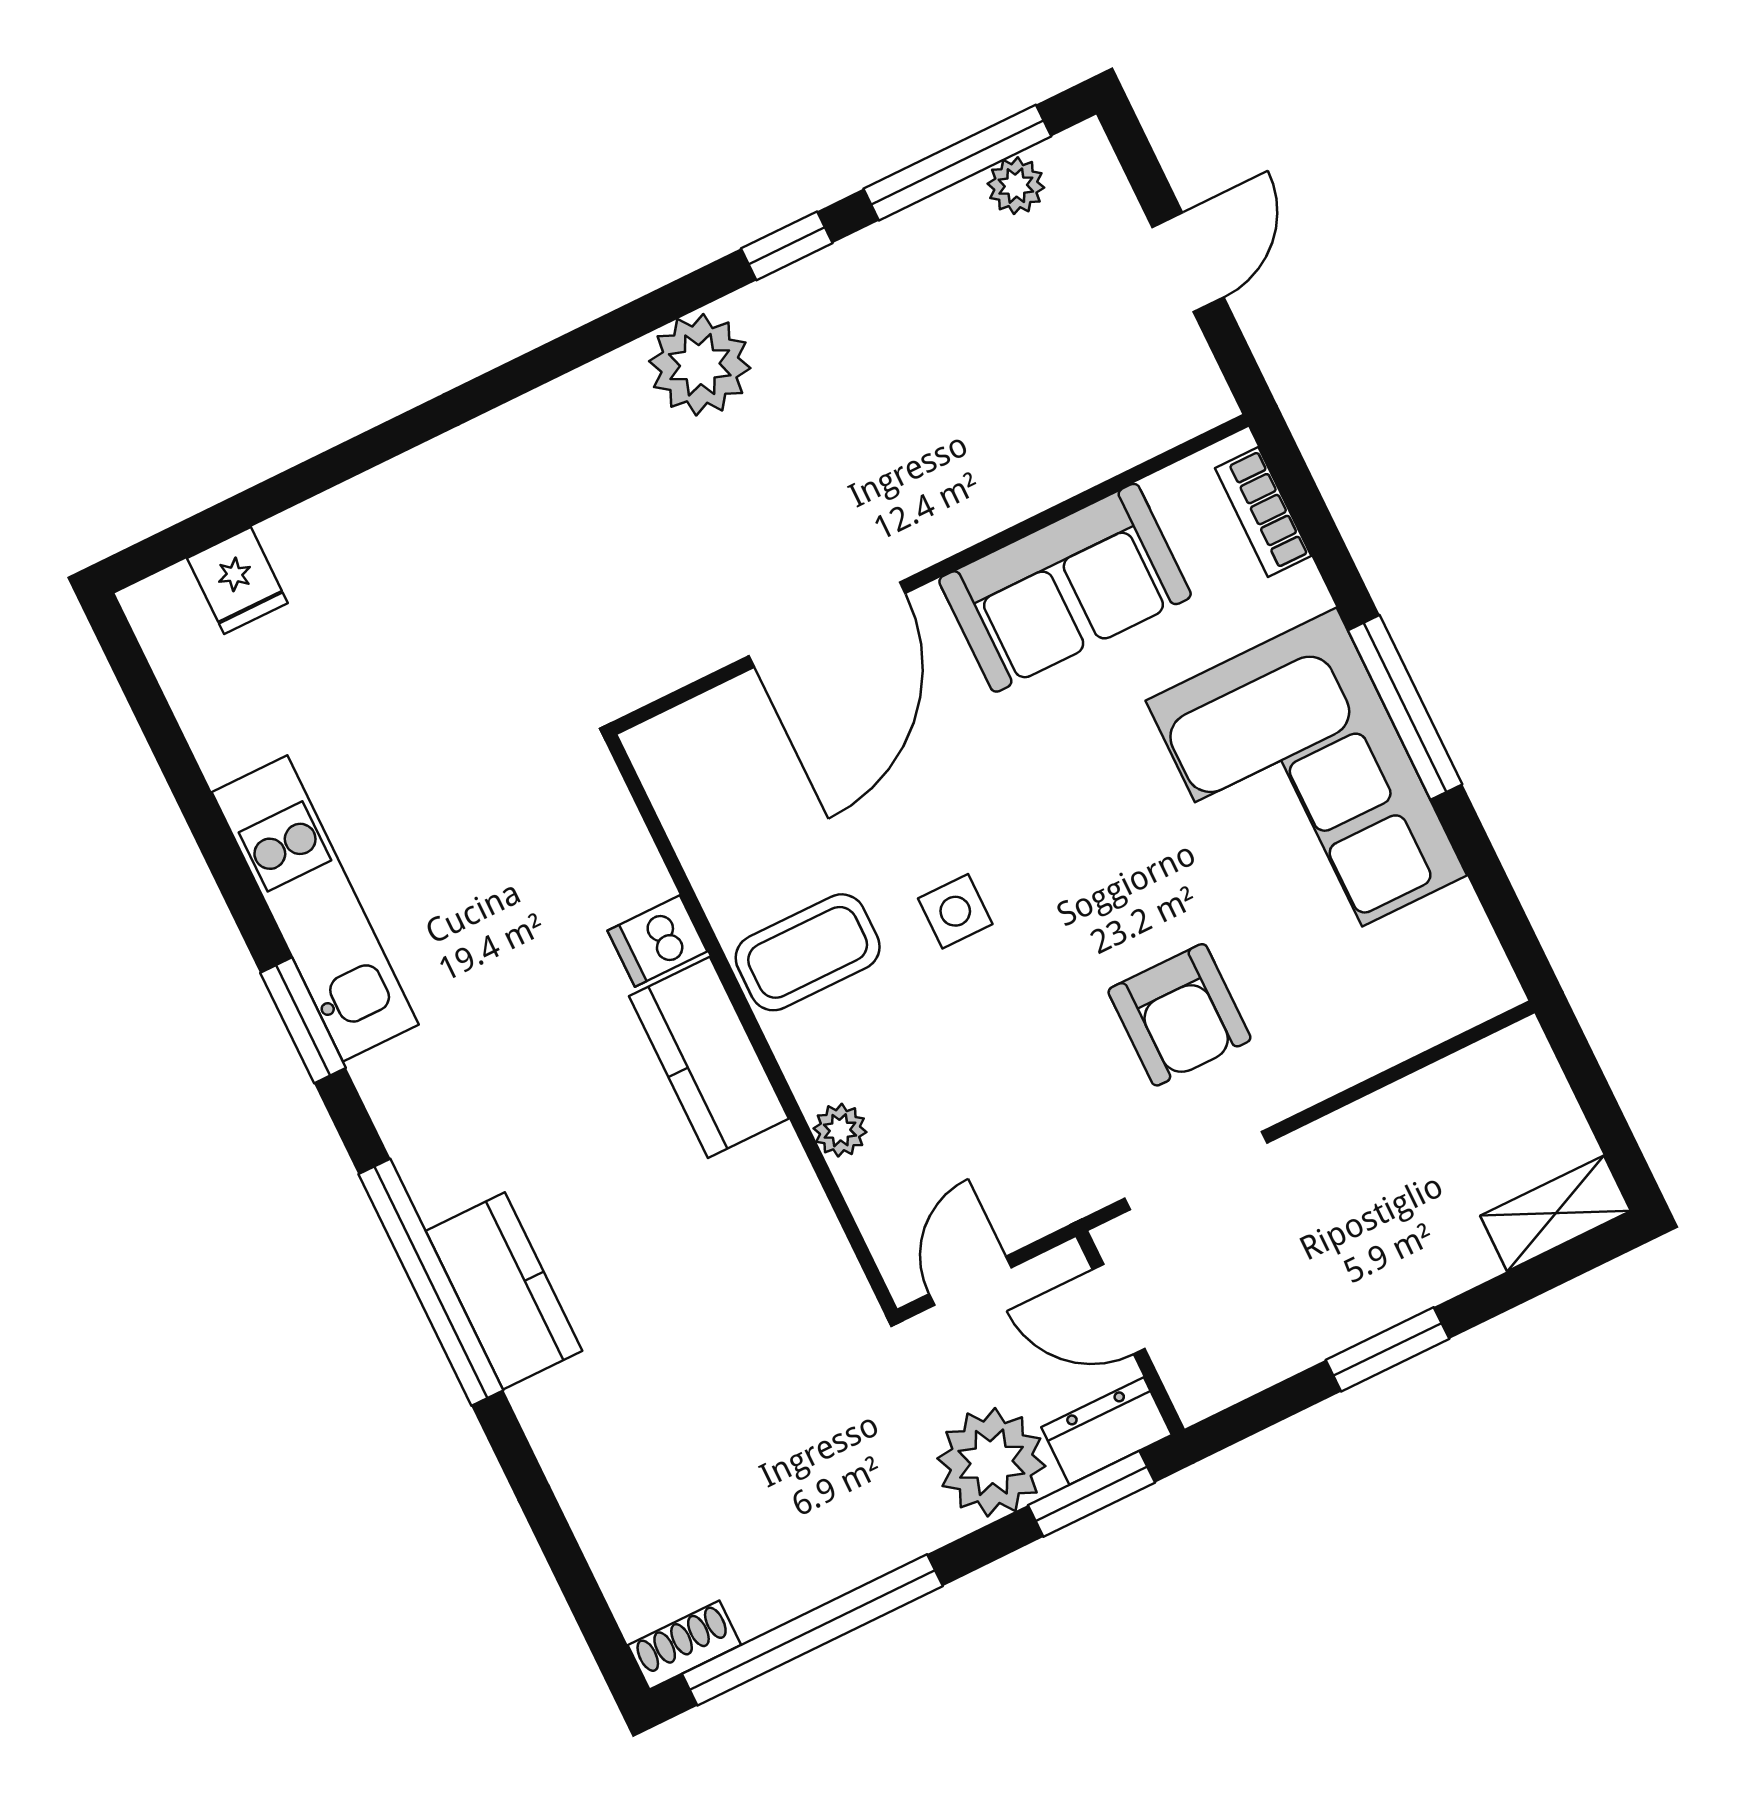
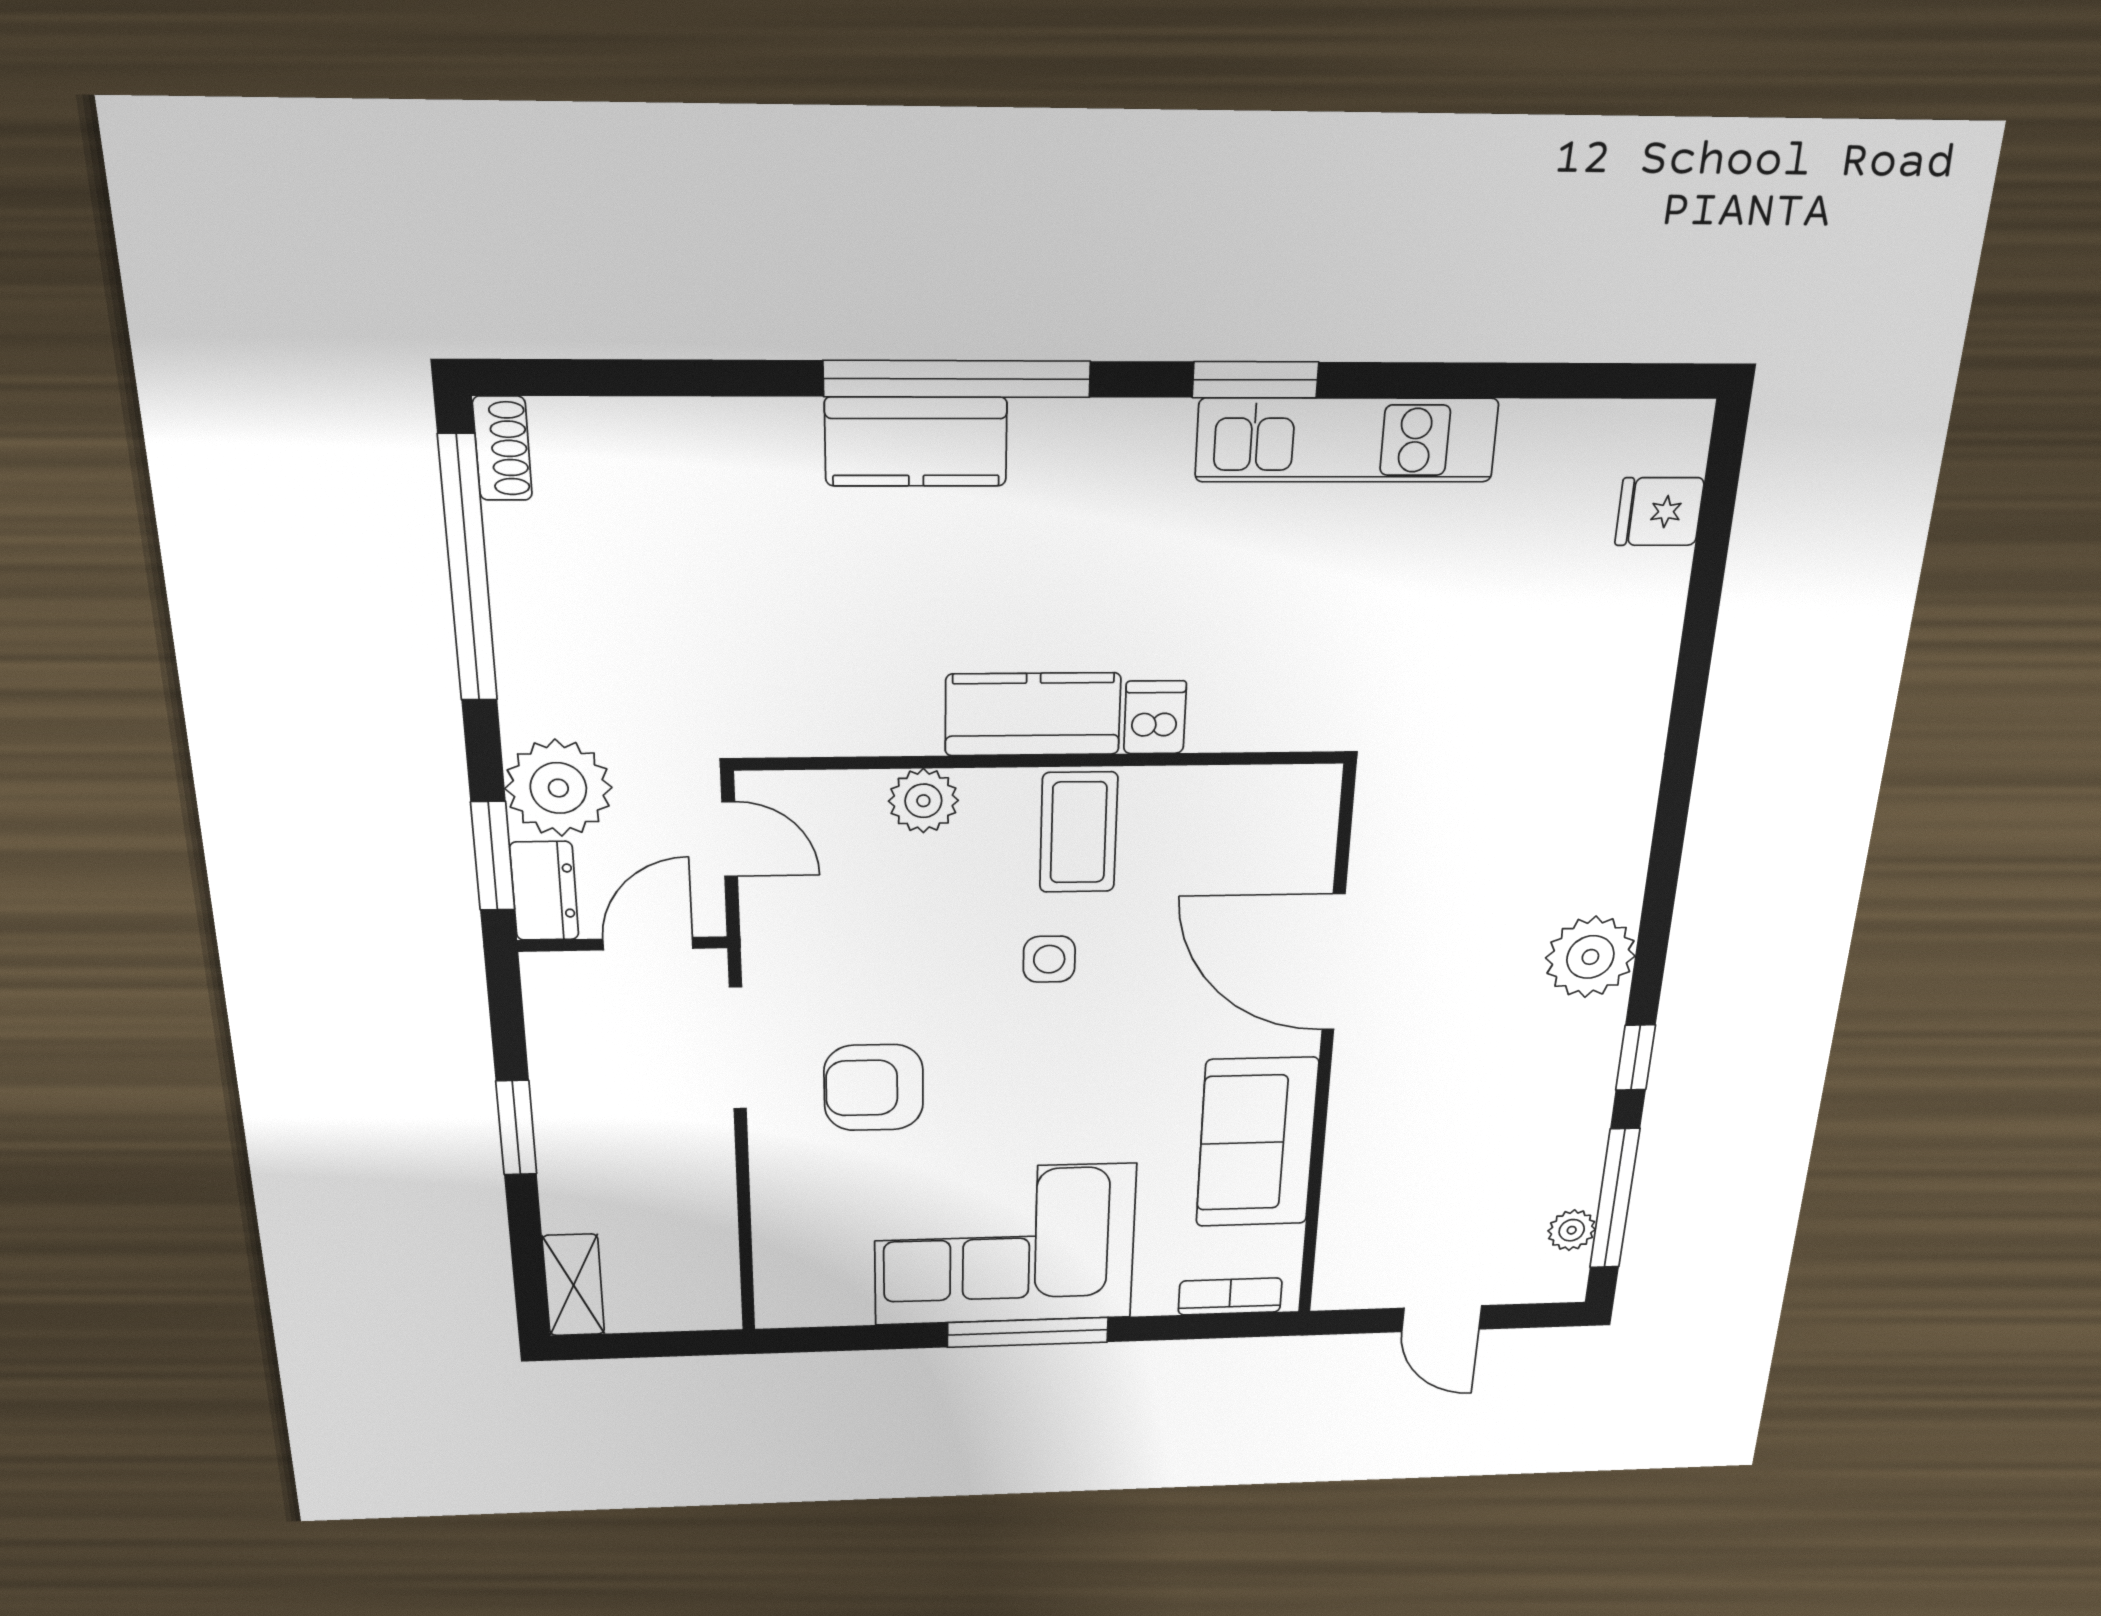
plant: (840, 1130) -> (923, 801), width x1.38, depth x1.38

